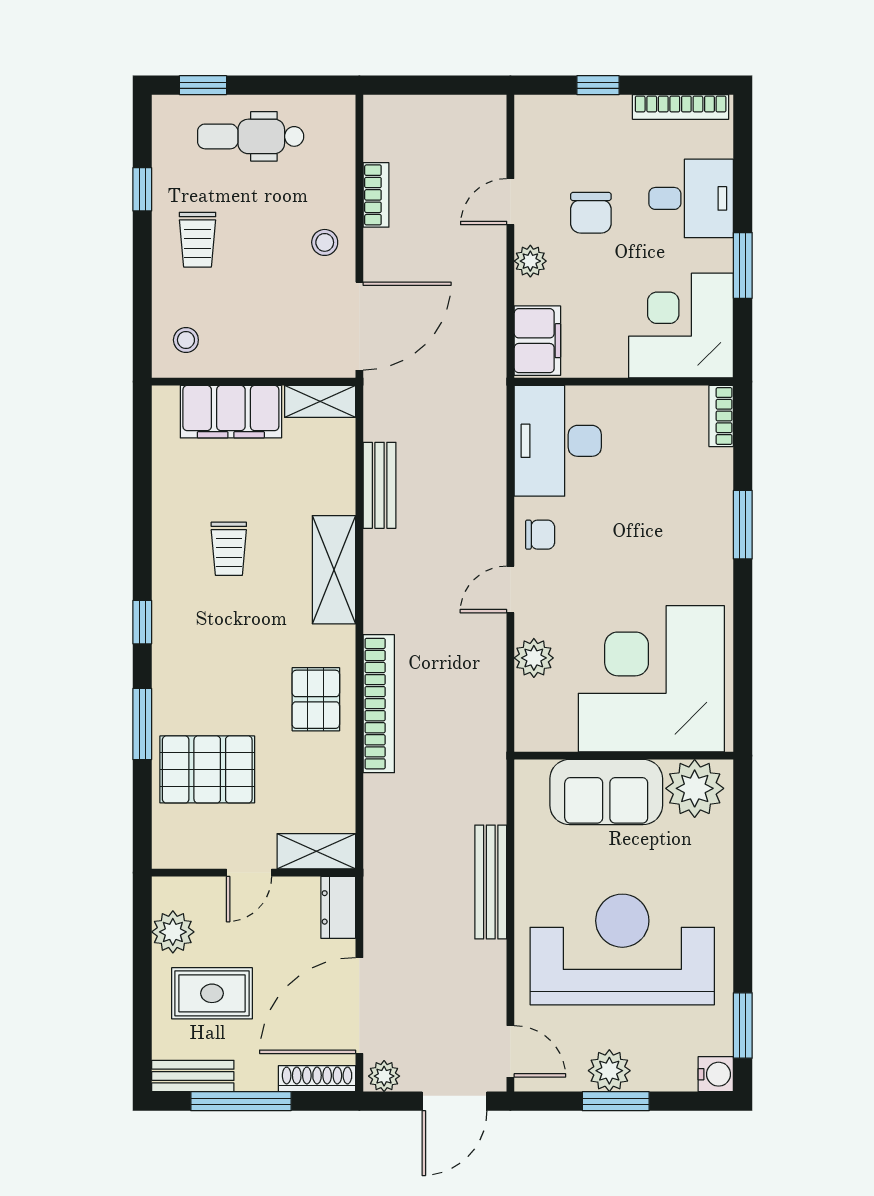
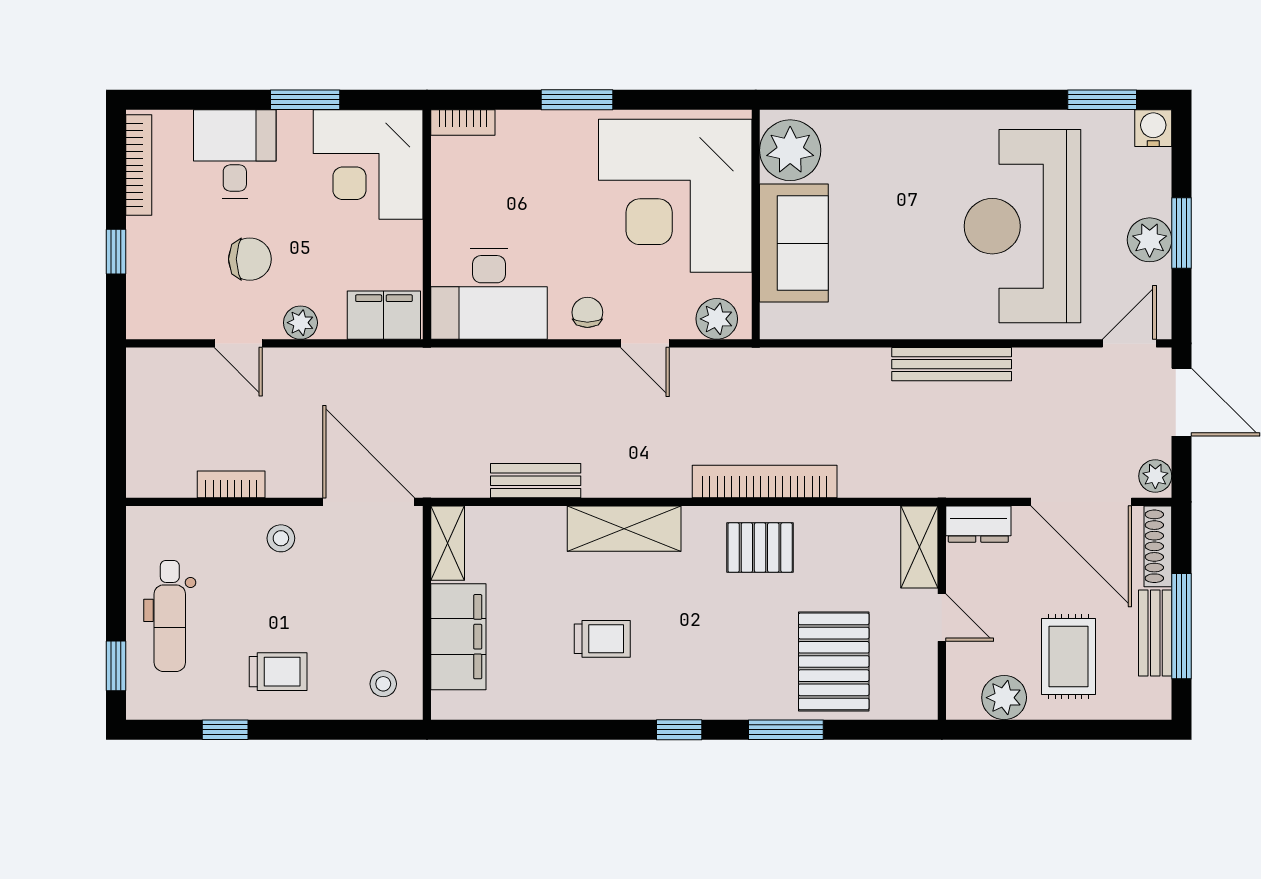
corner desk: (651, 679) -> (675, 196), moved
wall: (624, 756) -> (756, 225), moved
plant: (695, 788) -> (790, 150), moved
sofa: (606, 792) -> (794, 243), moved
bench: (193, 1076) -> (1155, 633), moved

